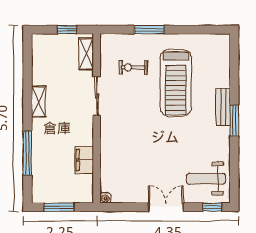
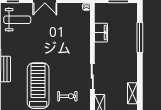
shelving: (39, 102) -> (132, 93), moved

